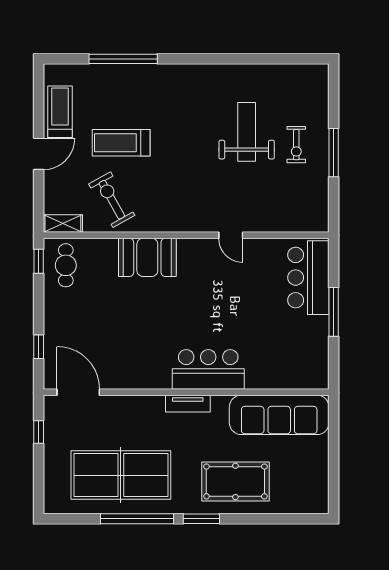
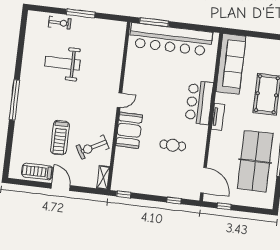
window: (123, 59) -> (14, 100), moved
exercise bike: (296, 145) -> (60, 23), moved
door: (231, 235) -> (119, 100), moved
cafe table: (66, 265) -> (173, 145), moved
bar counter: (308, 278) -> (171, 39), width x1.86
window: (334, 312) -> (154, 22), moved
door: (78, 392) -> (204, 180), swing flipped

